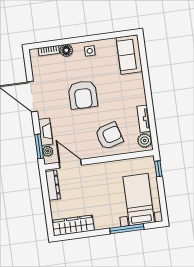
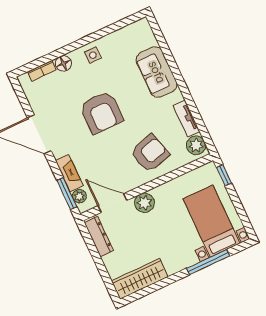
sofa: (129, 55) -> (157, 72), moved
plant: (94, 171) -> (145, 203), added

